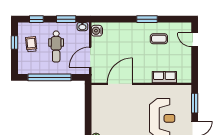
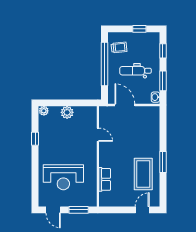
water cooler: (97, 31) -> (151, 112), removed
coffee table: (159, 39) -> (143, 174), width x1.86, depth x1.72
trolley: (31, 44) -> (119, 47), moved
door: (120, 84) -> (98, 135), width x0.53
plant: (98, 115) -> (67, 112), added

